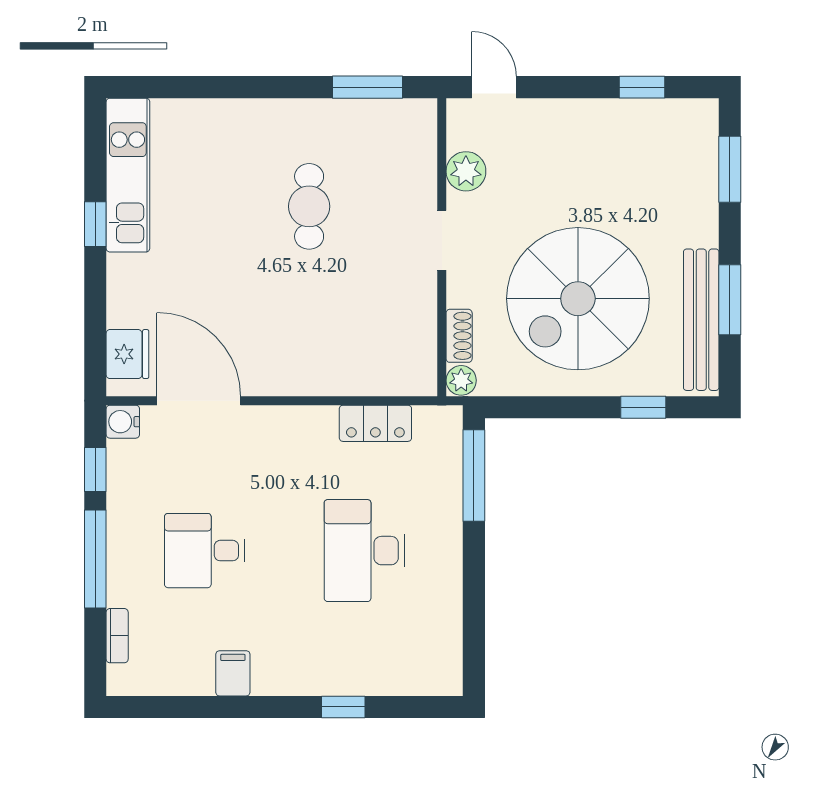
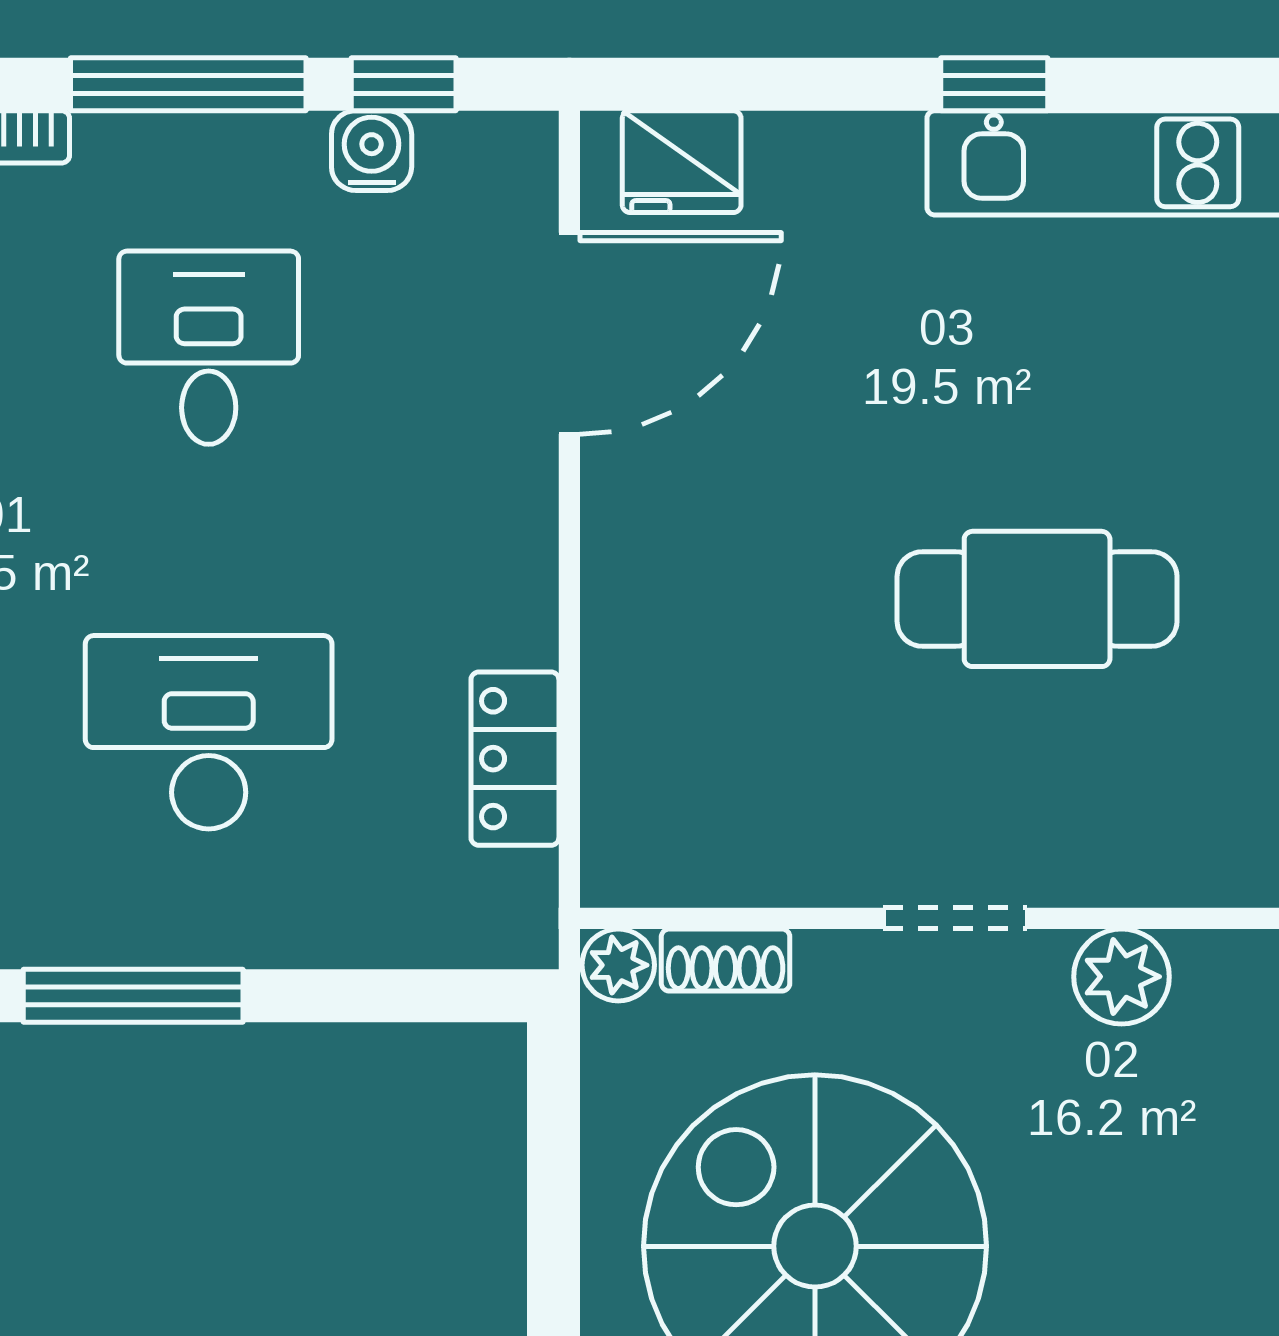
cafe table: (309, 206) -> (1037, 599), width x1.37, depth x1.35
water cooler: (123, 422) -> (372, 151), moved
window: (474, 475) -> (133, 996), moved

